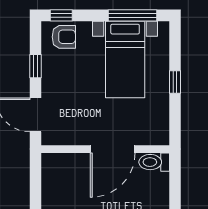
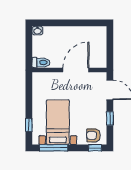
window: (175, 82) -> (29, 125), moved
door: (113, 149) -> (76, 70), moved

